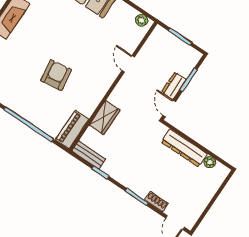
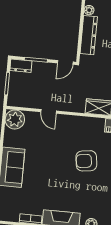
plant: (142, 20) -> (15, 119), width x1.88, depth x1.88
door: (128, 64) -> (49, 111), hinge flipped
dresser: (174, 86) -> (21, 66), moved

